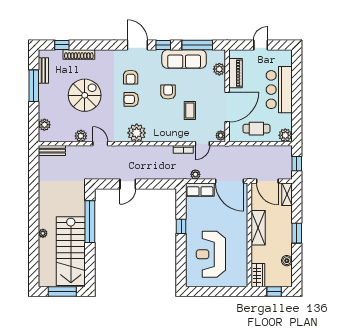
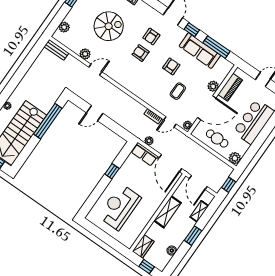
plant: (219, 69) -> (213, 86), moved
plant: (137, 133) -> (127, 80), removed
door: (100, 144) -> (95, 70), hinge flipped
shelving: (287, 194) -> (199, 211), moved

